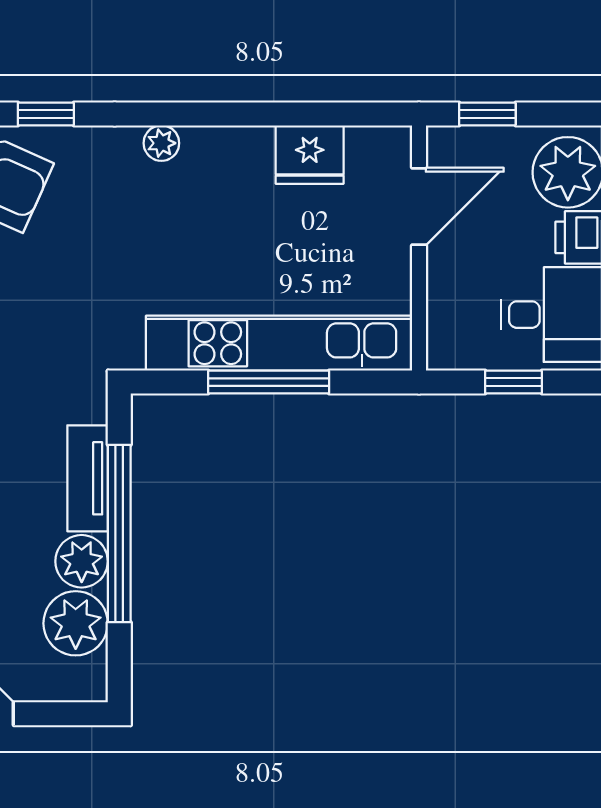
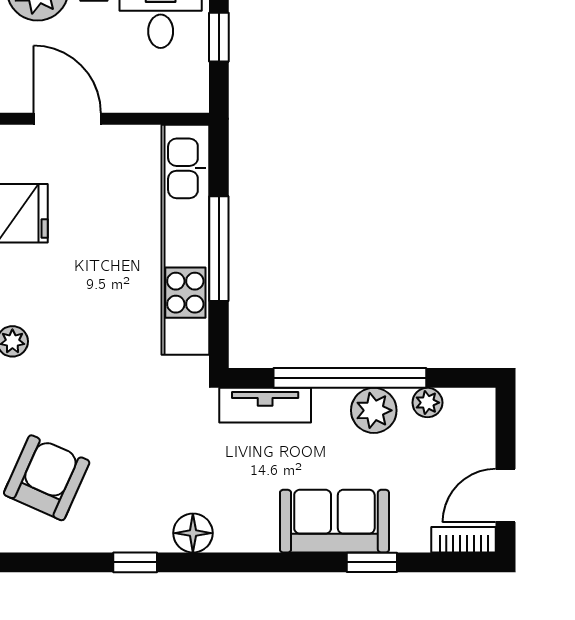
tv unit: (88, 478) -> (265, 405), moved
plant: (76, 623) -> (427, 403), width x0.53, depth x0.53

